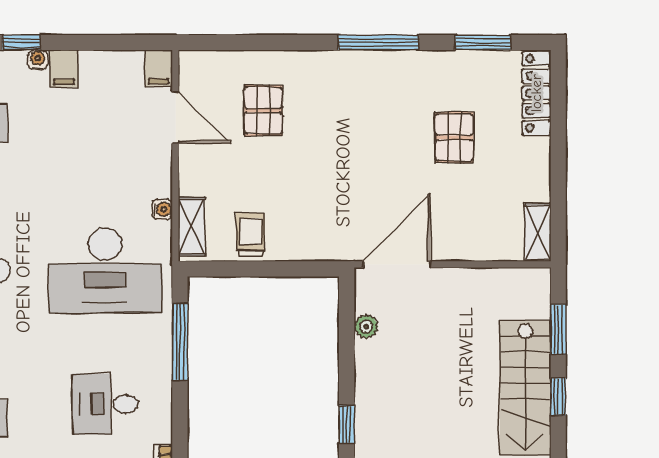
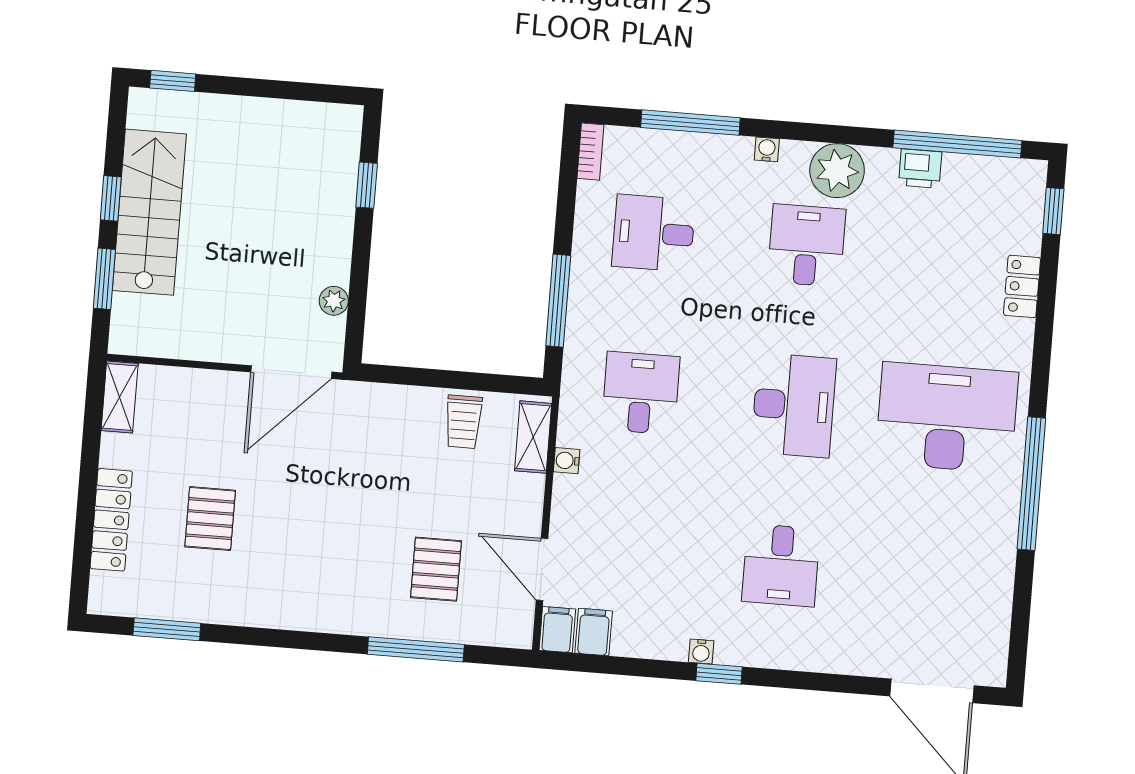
window: (378, 43) -> (416, 649), moved
filing cabinet: (64, 69) -> (594, 632), moved
locker: (536, 93) -> (111, 520), moved
desk: (105, 270) -> (641, 393), width x0.53, depth x0.77
desk: (105, 404) -> (654, 233), turned 180

